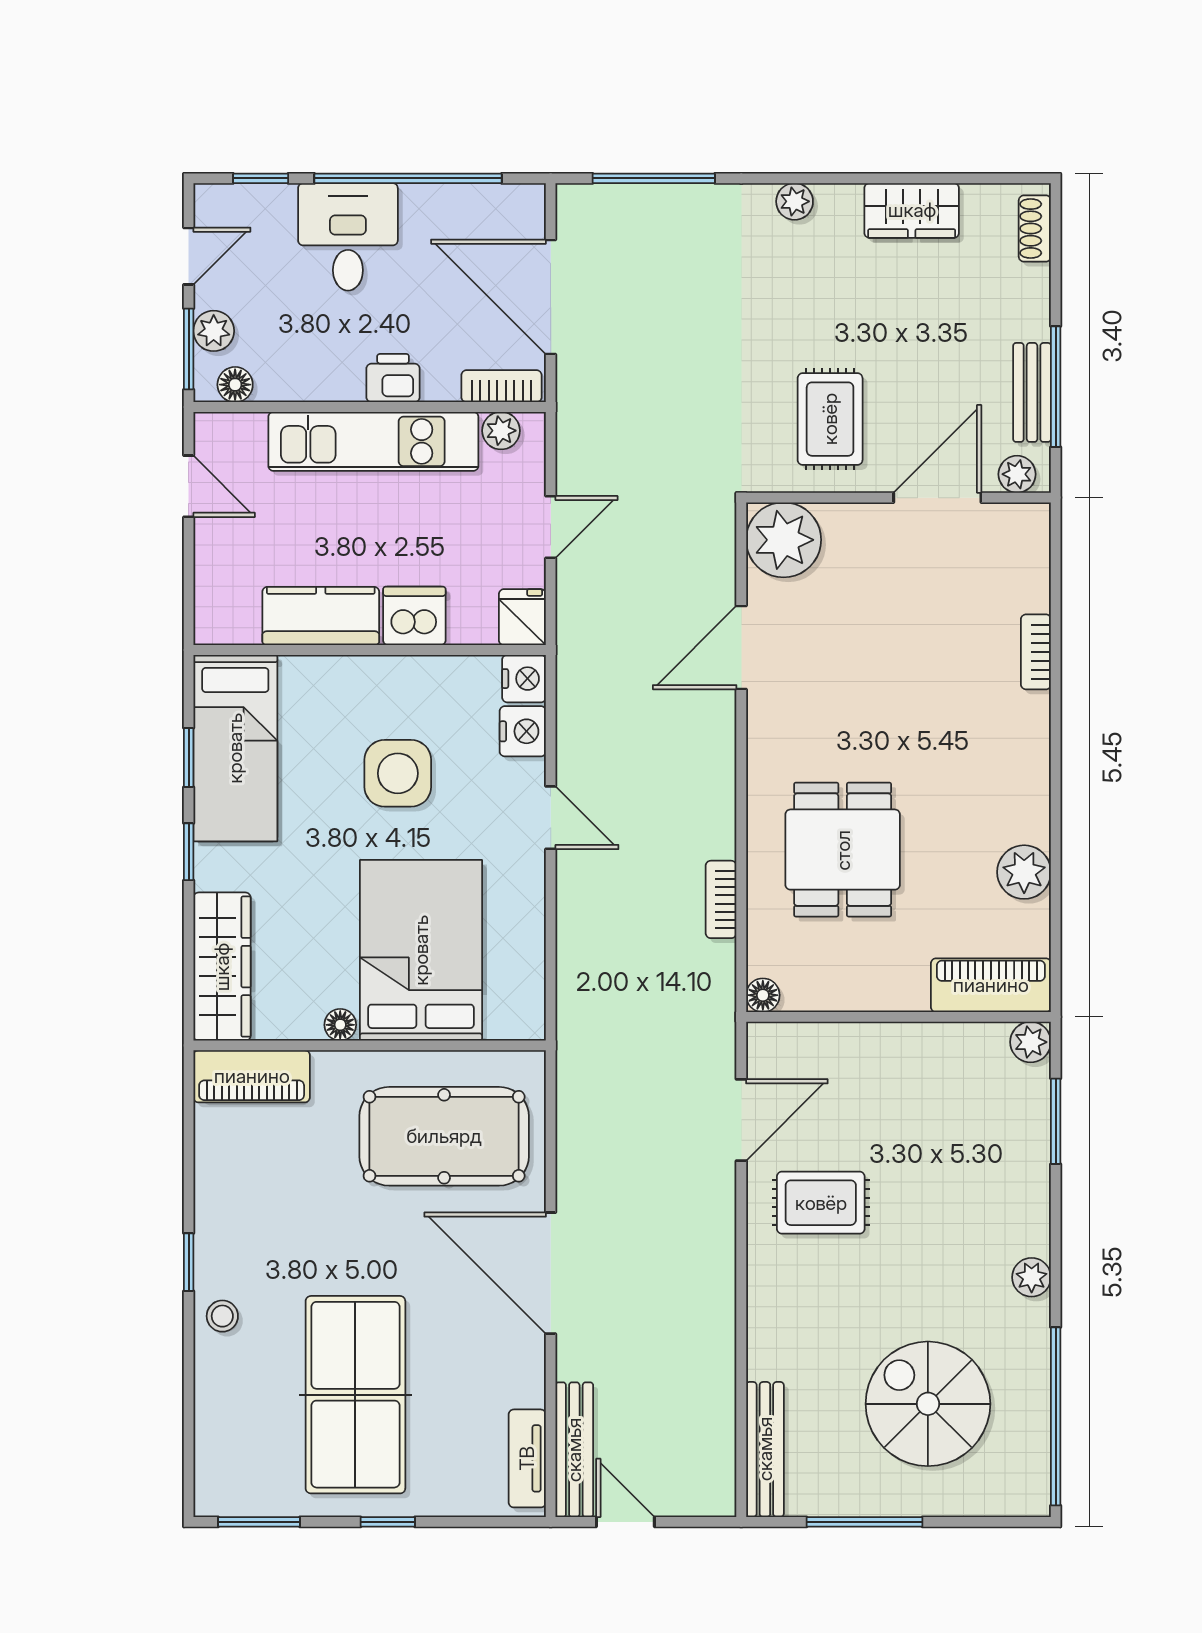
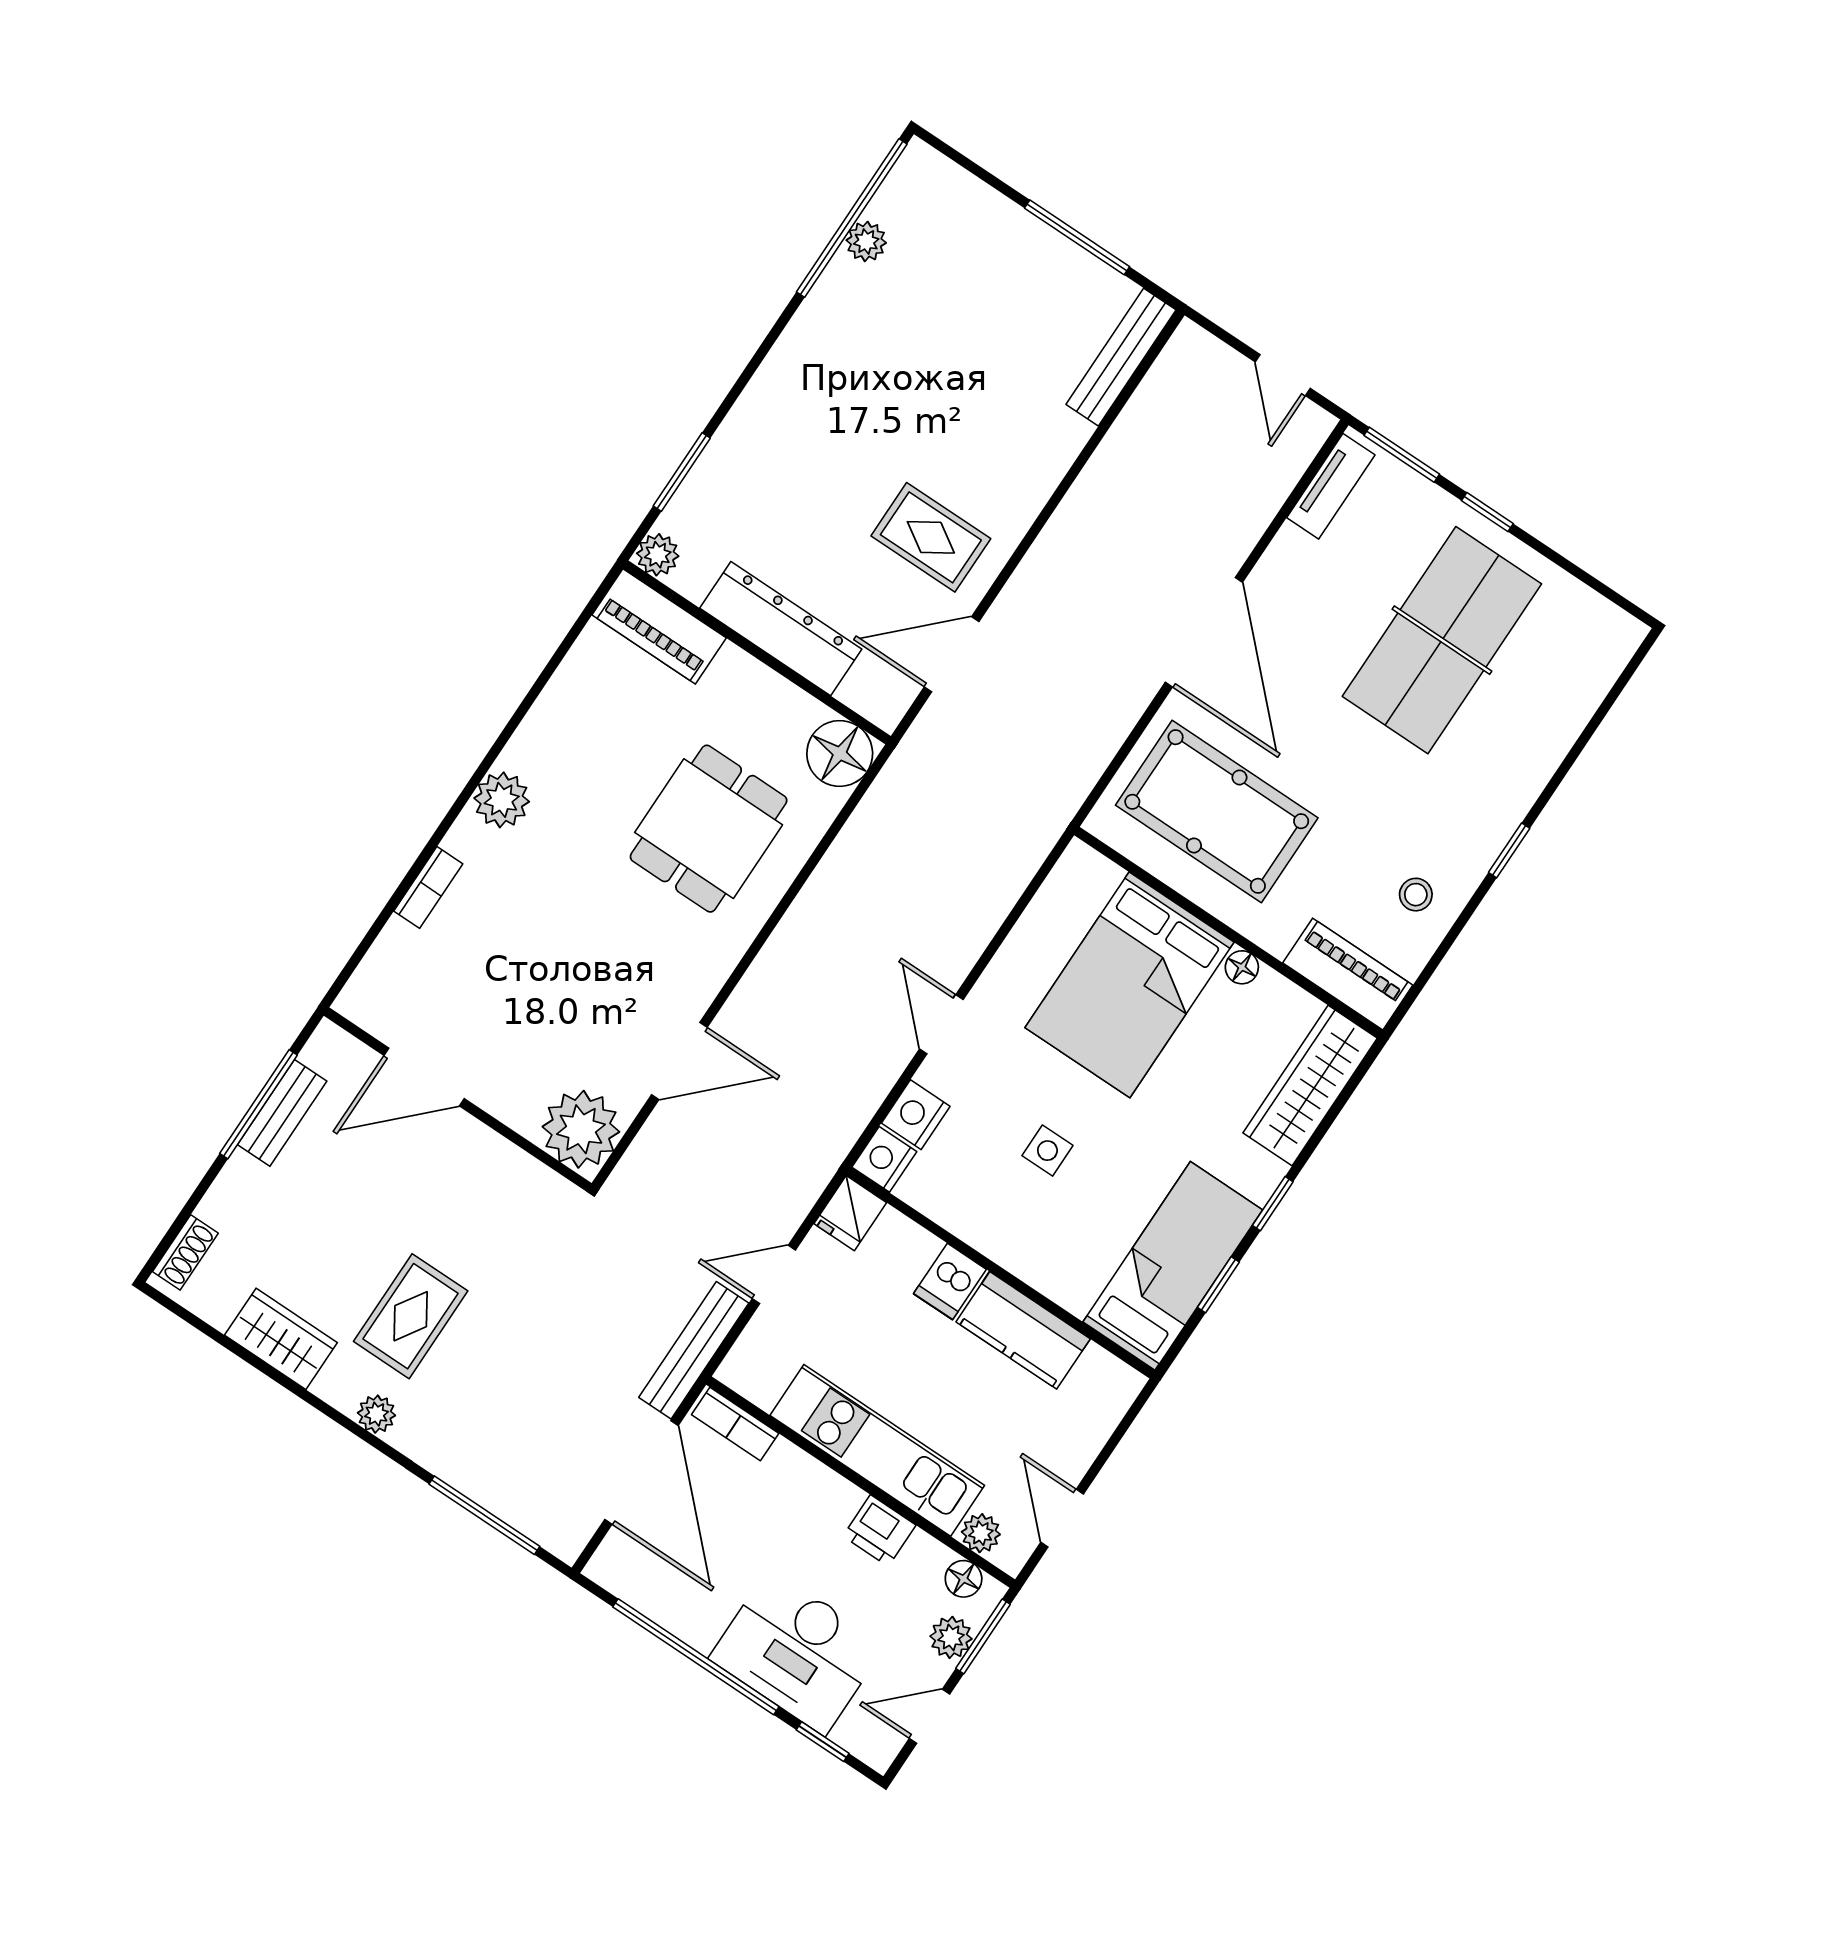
desk: (348, 237) -> (797, 1652), width x1.37
printer: (393, 378) -> (879, 1531), moved
rug: (830, 419) -> (411, 1316), moved
plant: (501, 431) -> (981, 1533), moved
plant: (1017, 474) -> (342, 1051), removed
dishwasher: (414, 616) -> (950, 1281), width x0.73
side table: (398, 773) -> (1047, 1151), width x0.54, depth x0.54
plant: (1024, 872) -> (502, 800), moved
bookcase: (721, 899) -> (842, 856), removed
floor lamp: (763, 995) -> (840, 753), width x1.89, depth x1.89
dresser: (892, 1049) -> (781, 629), added
plant: (1032, 1277) -> (866, 241), moved
stool: (222, 1316) -> (1416, 895), moved
spiral stairs: (928, 1404) -> (954, 302), removed
bench: (574, 1450) -> (694, 1350), moved
window: (259, 1522) -> (1402, 455), moved

